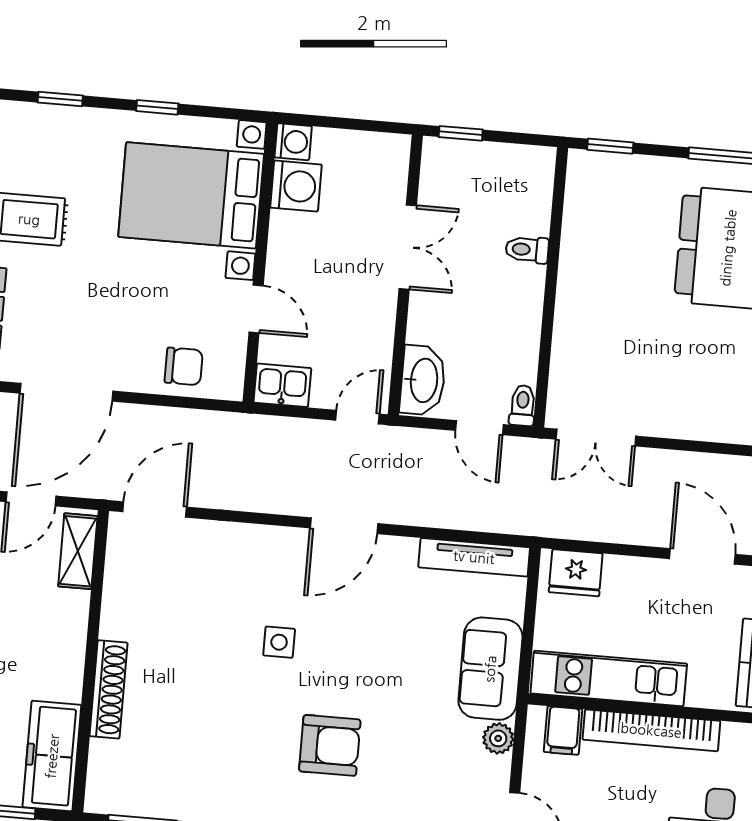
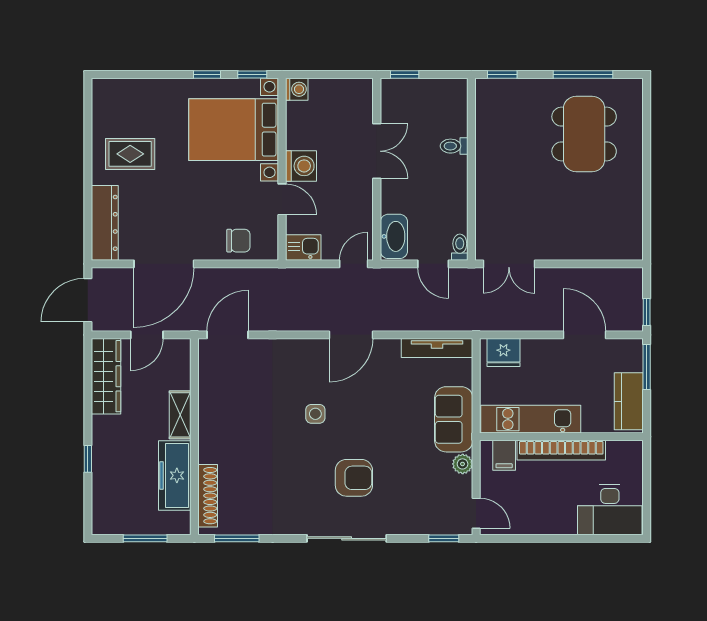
window: (60, 99) -> (252, 74), moved
washing machine: (296, 186) -> (301, 166), moved
shelving: (78, 551) -> (180, 415), moved
shoe rack: (109, 689) -> (208, 496), moved
freezer: (52, 756) -> (175, 475), moved

